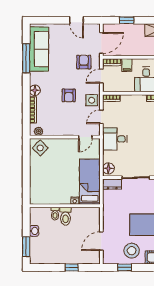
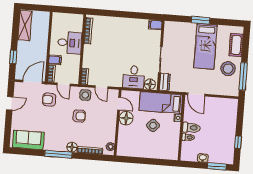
door: (101, 43) -> (33, 82), hinge flipped
sofa: (39, 49) -> (28, 140), width x0.73
window: (26, 58) -> (58, 154), moved
desk: (115, 139) -> (134, 77), moved
floor lamp: (70, 146) -> (126, 118), added
side table: (40, 148) -> (153, 125), moved
door: (101, 241) -> (196, 94), moved
window: (72, 267) -> (238, 142), moved
window: (125, 267) -> (243, 76), width x2.17

